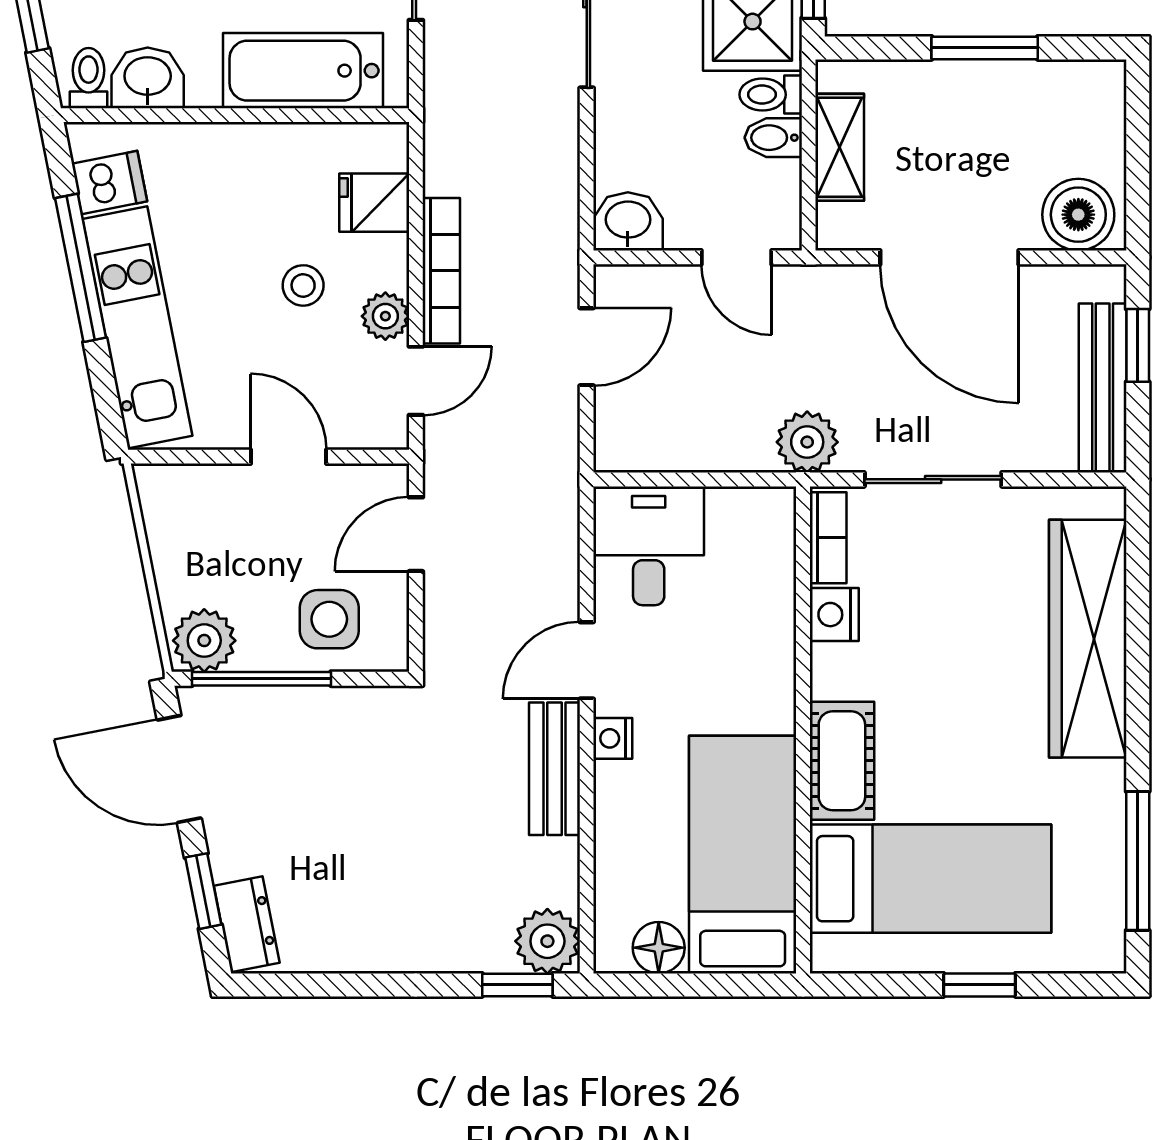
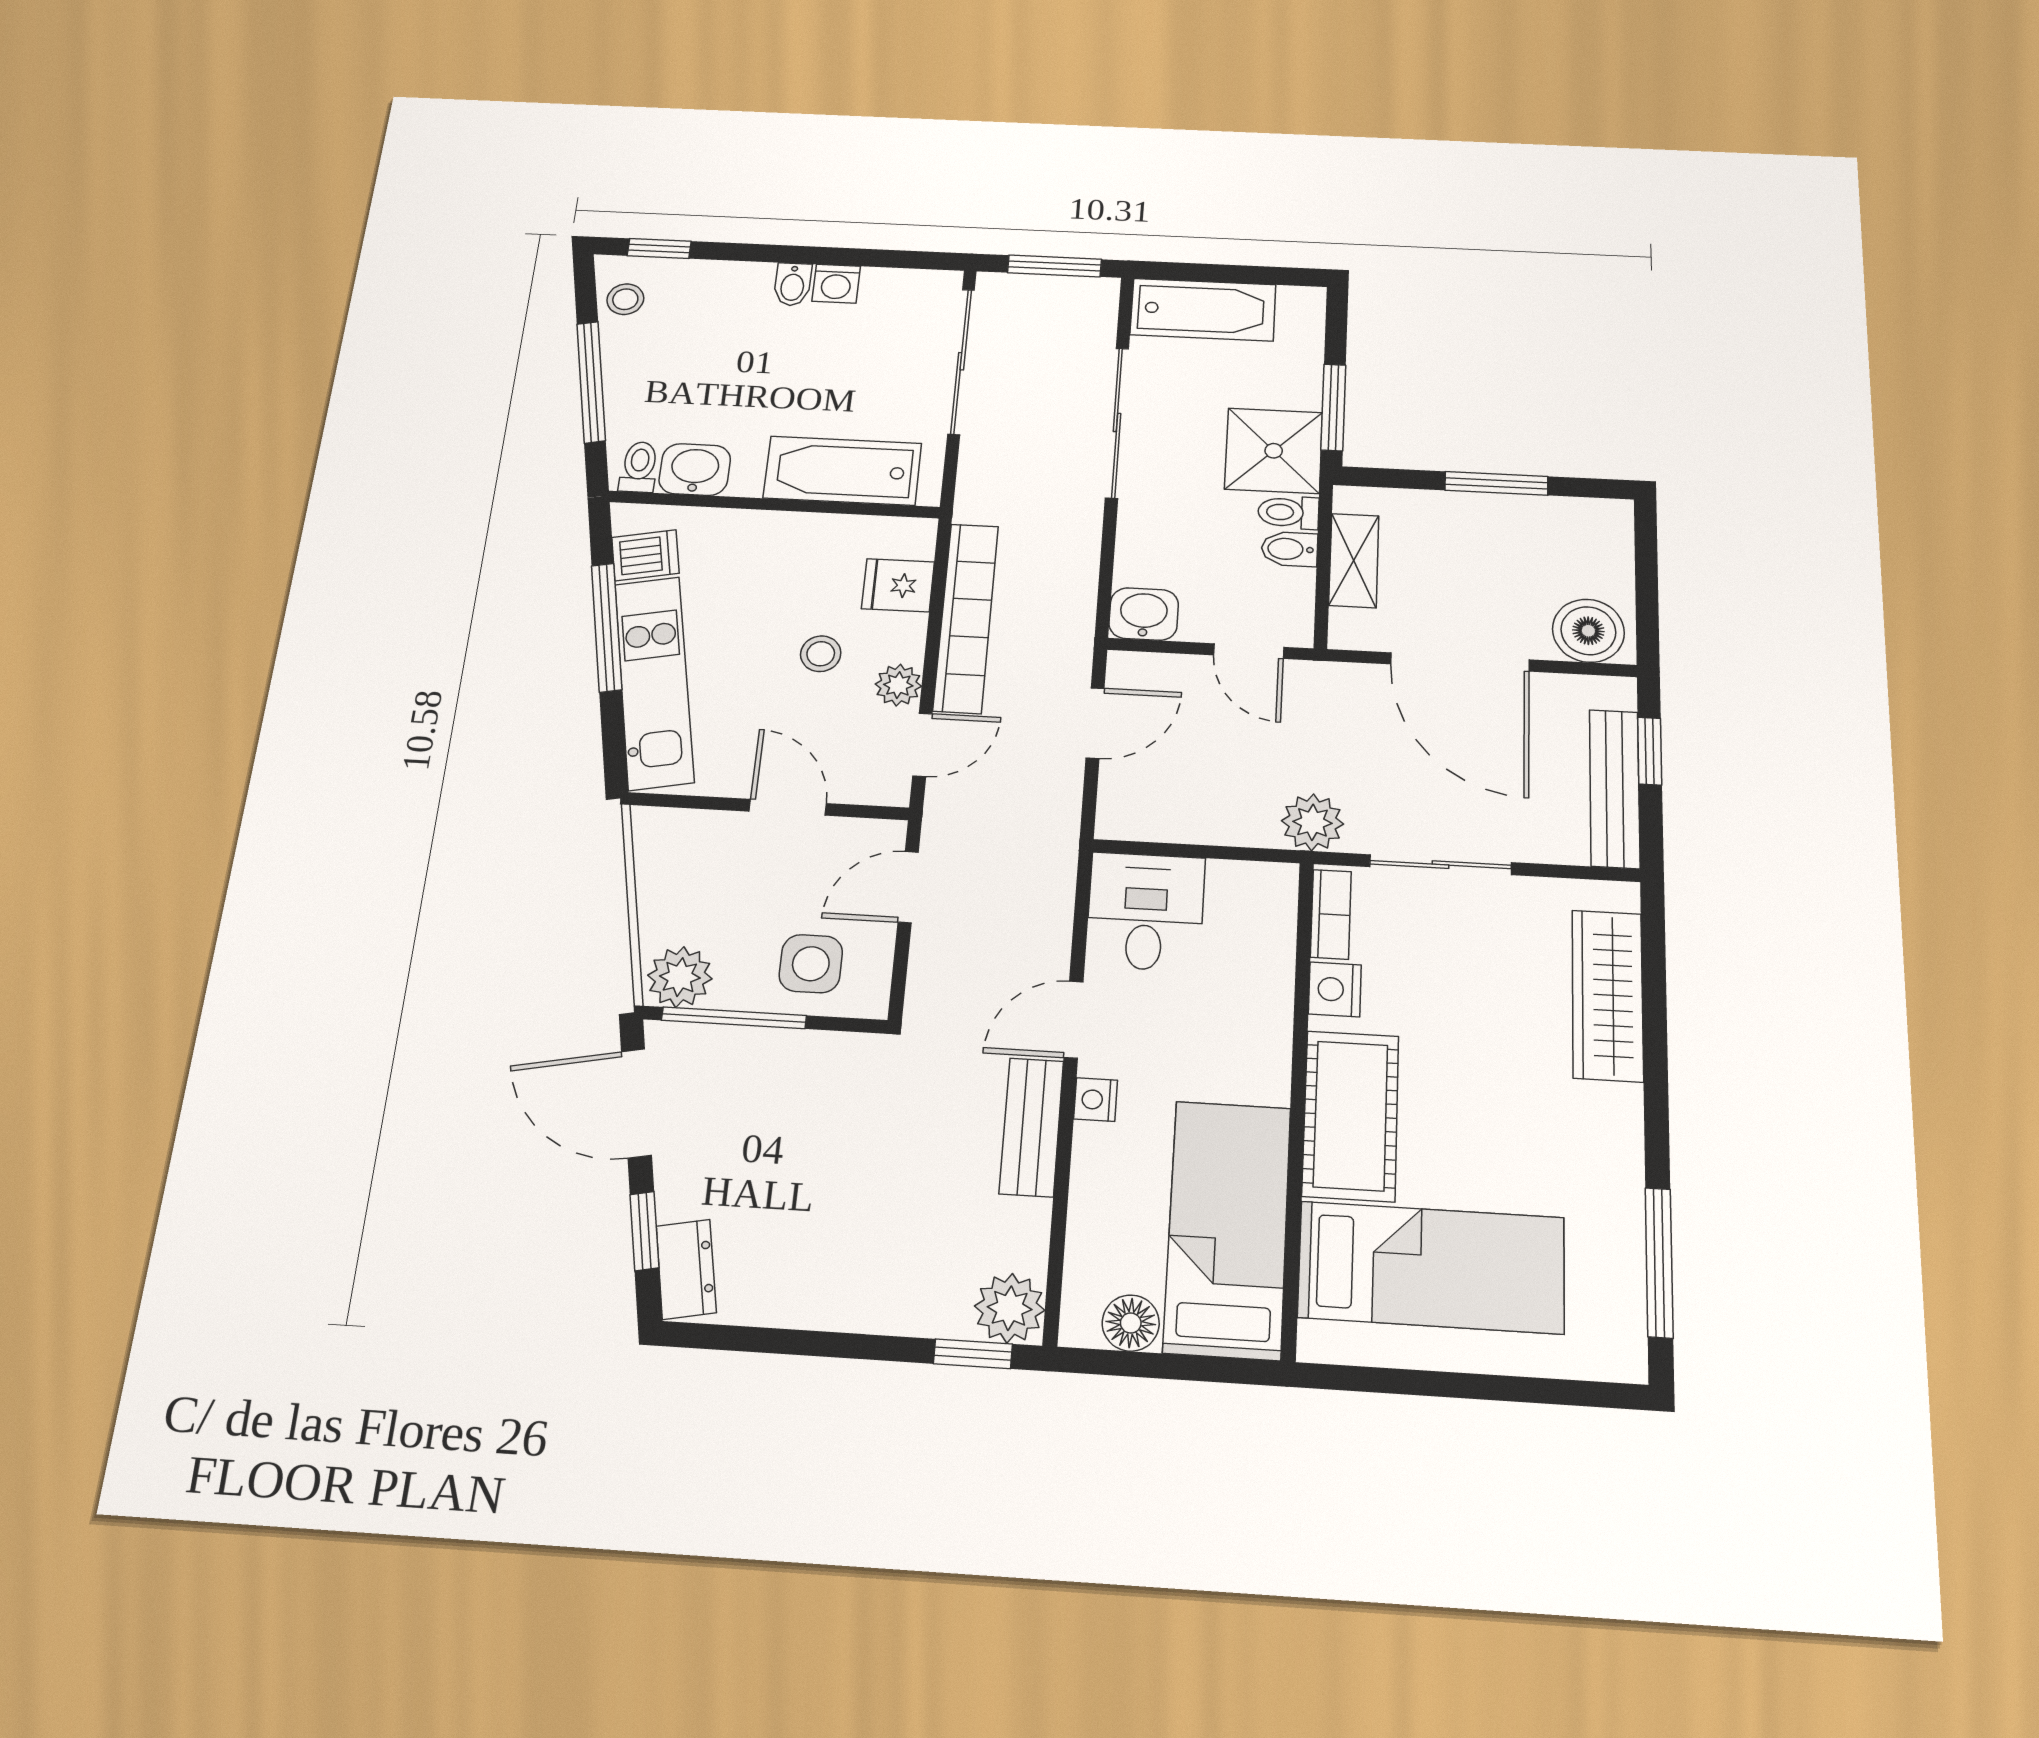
bookcase: (441, 271) -> (966, 618), width x1.48, depth x1.31
wardrobe: (1088, 639) -> (1607, 995), width x0.71, depth x0.85
cot: (842, 761) -> (1351, 1116), width x1.37, depth x1.34
window: (979, 985) -> (1484, 1387), removed

